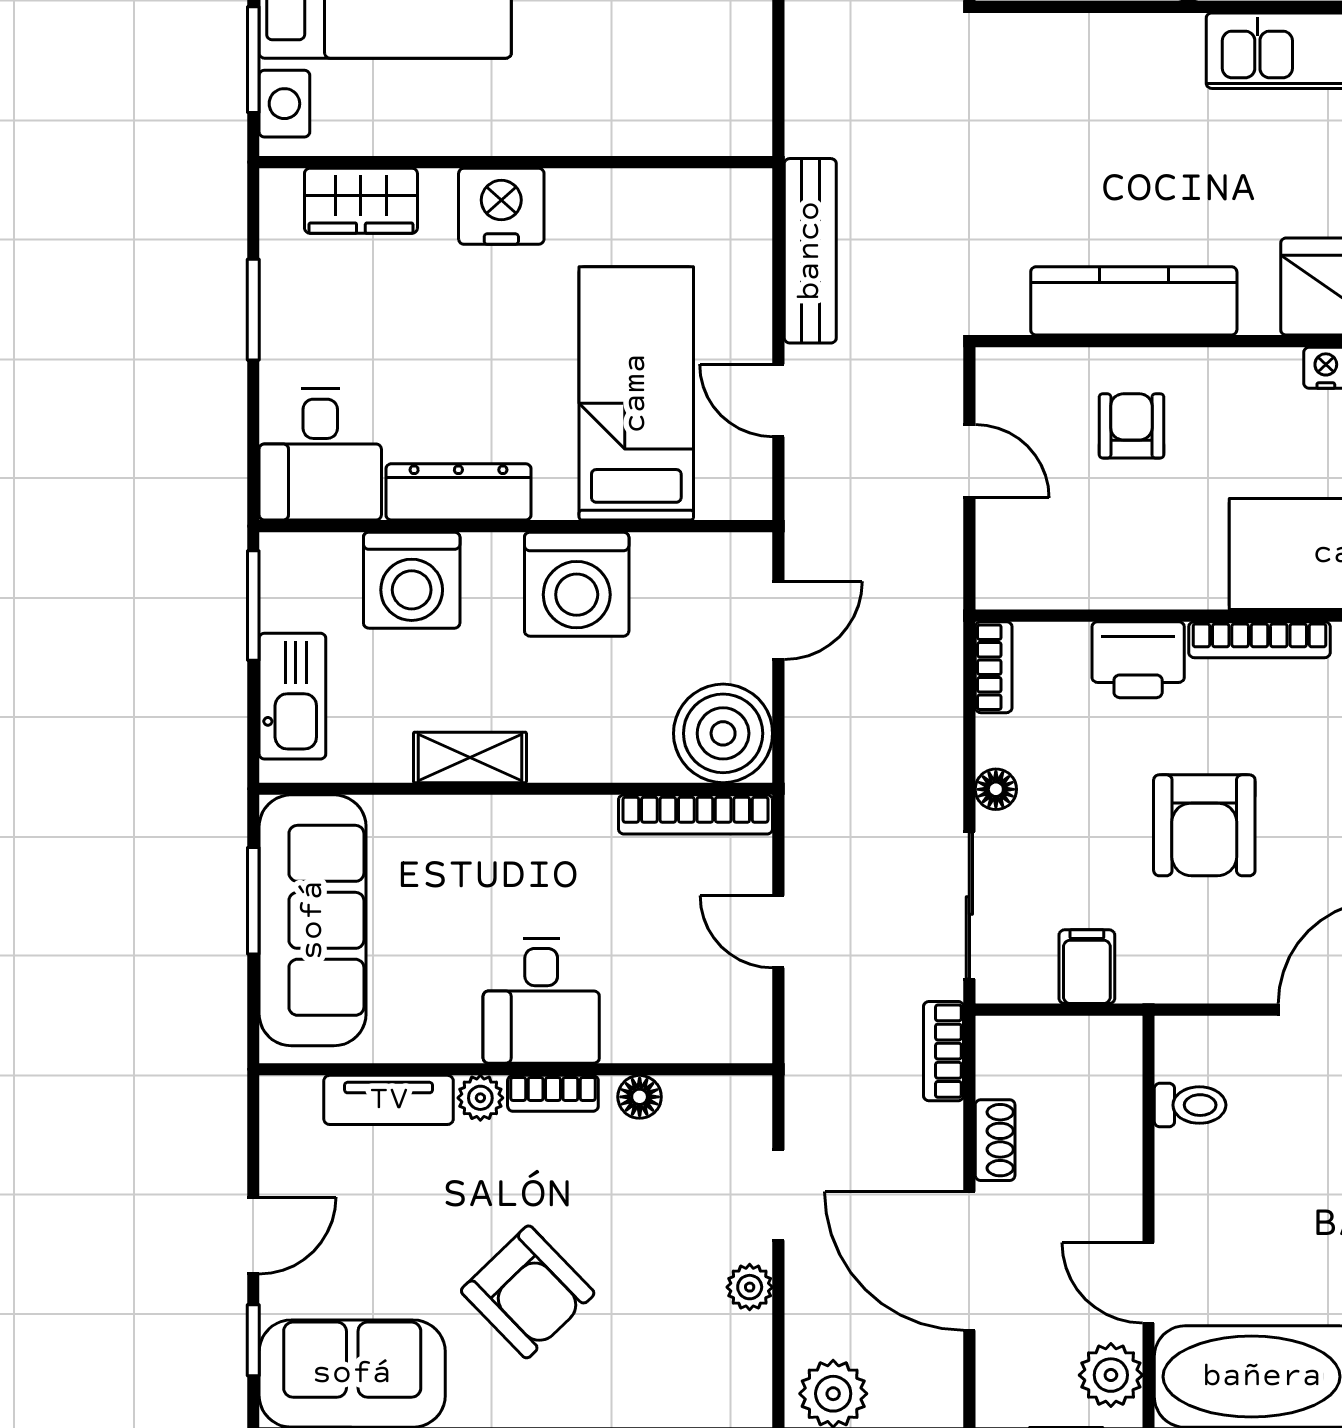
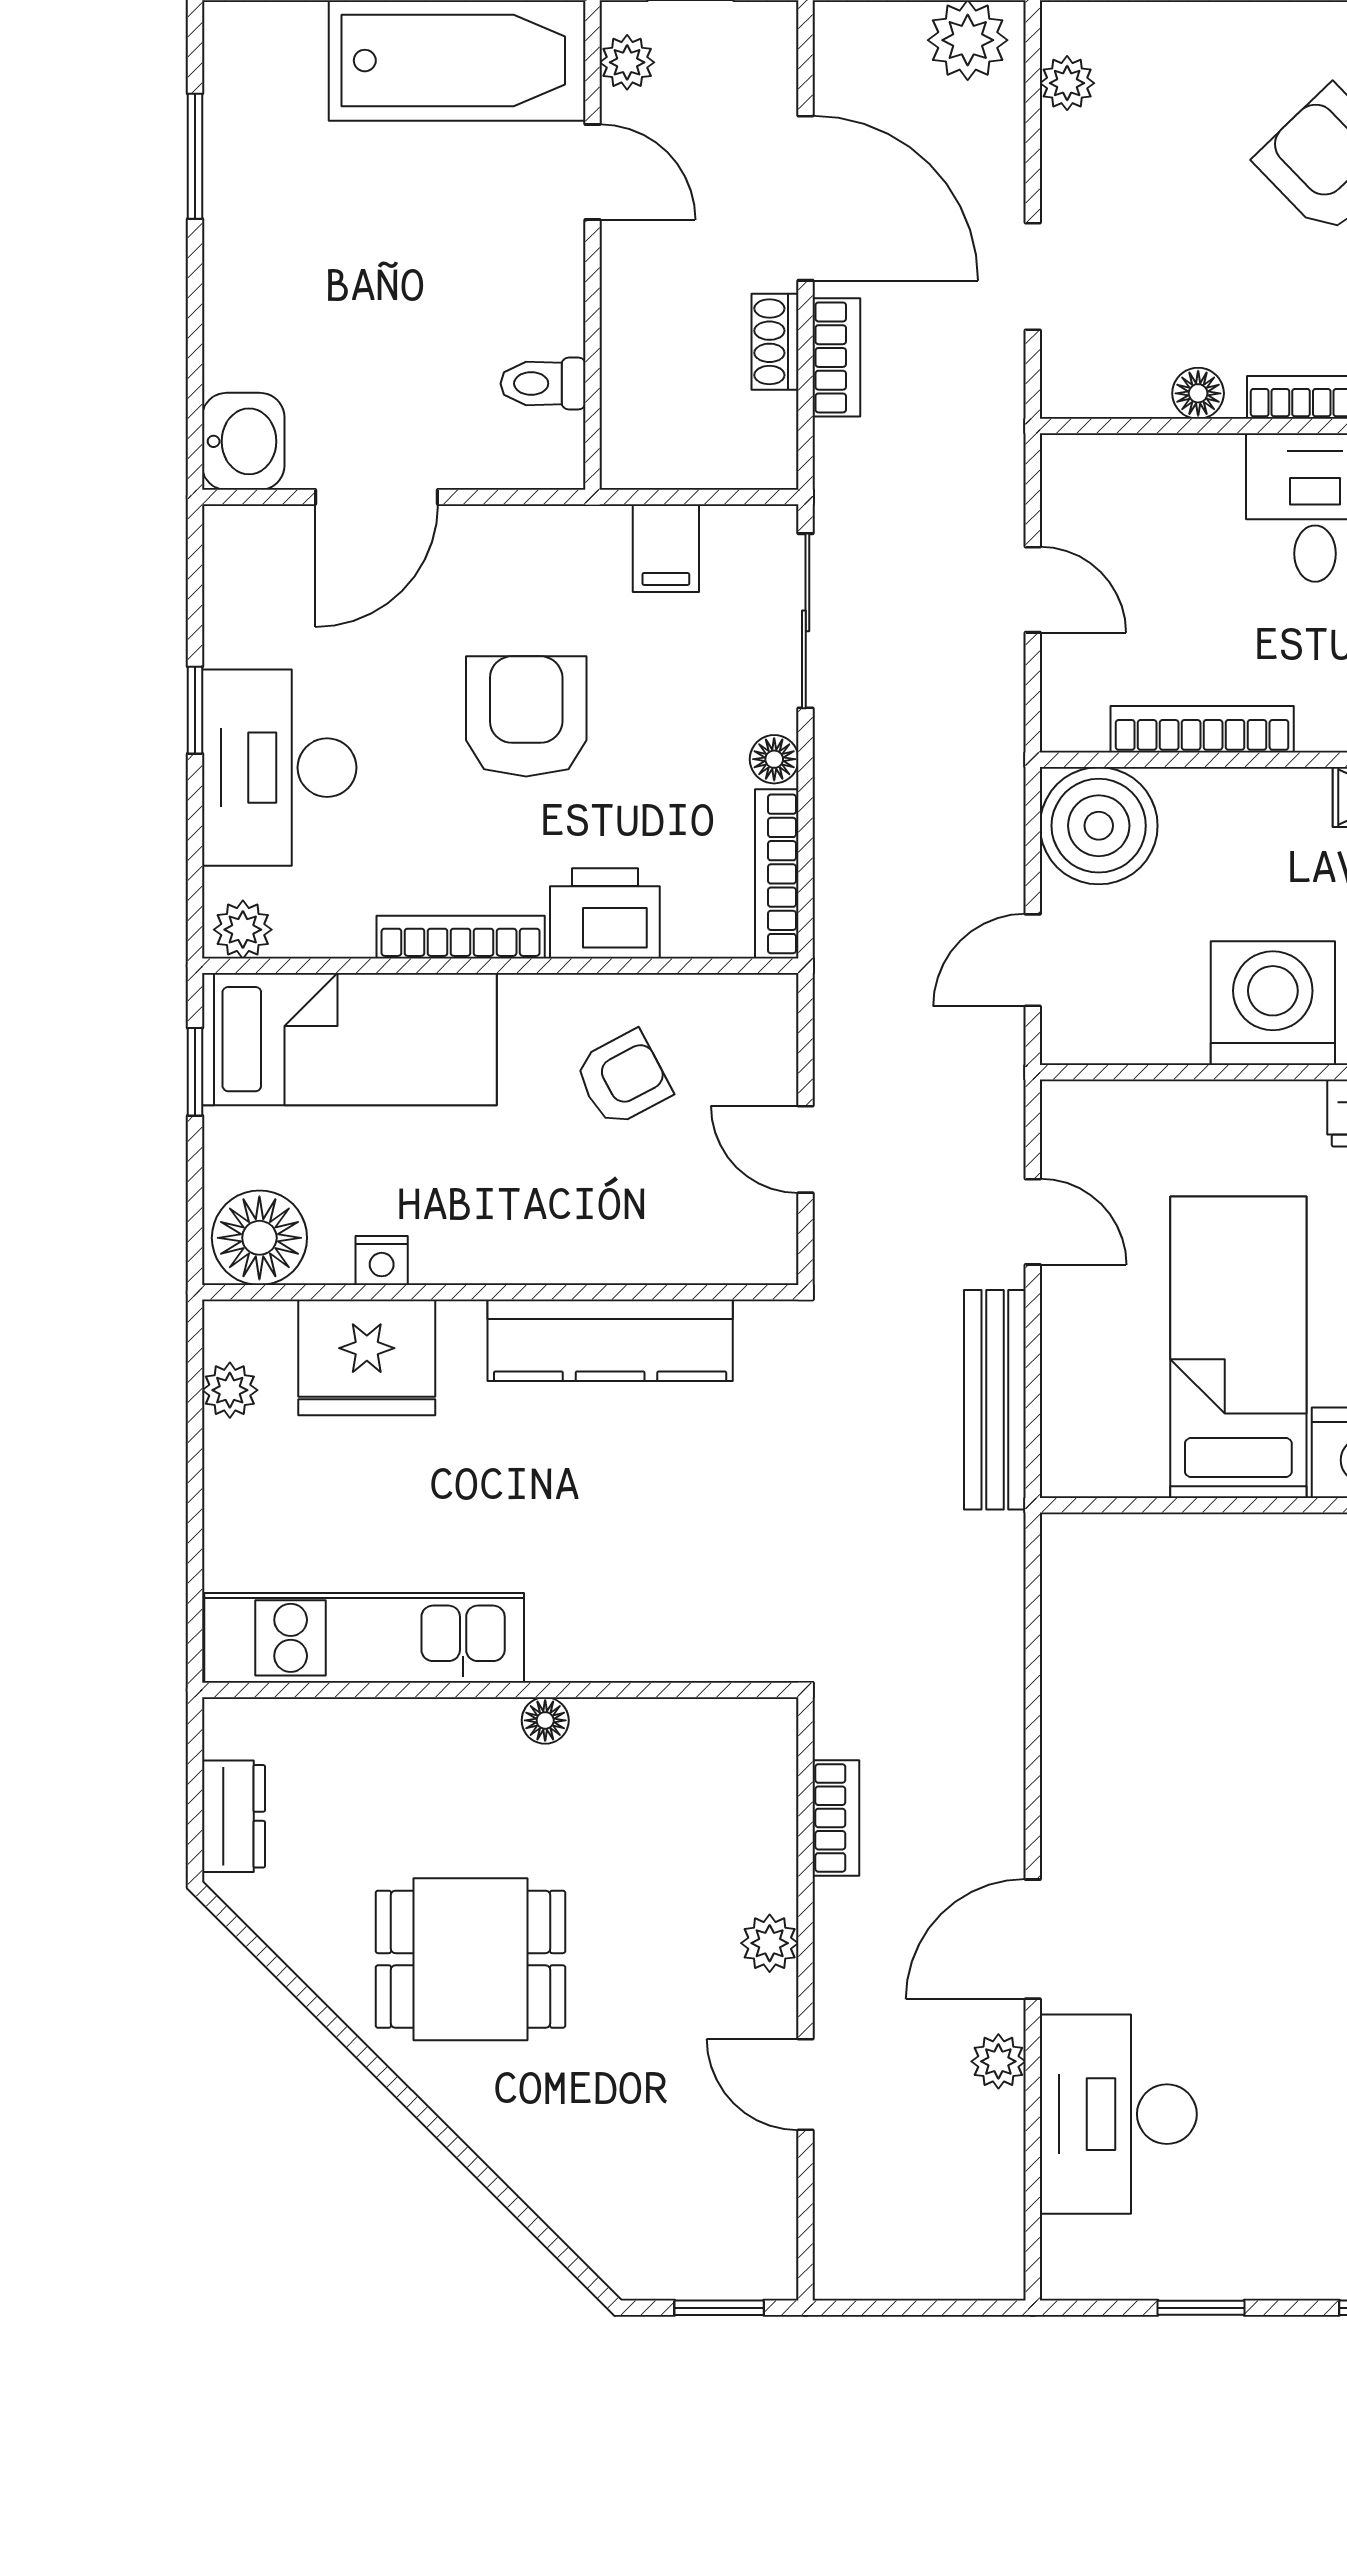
bed: (636, 393) -> (1238, 1347), moved, turned 180
armchair: (1131, 426) -> (623, 1078), moved, turned -118
bookcase: (994, 667) -> (777, 874), width x1.56
bookcase: (696, 814) -> (1202, 729), moved
bookcase: (944, 1051) -> (836, 357), moved
plant: (750, 1287) -> (1067, 83), moved
plant: (1111, 1375) -> (627, 62), width x0.73, depth x0.73

